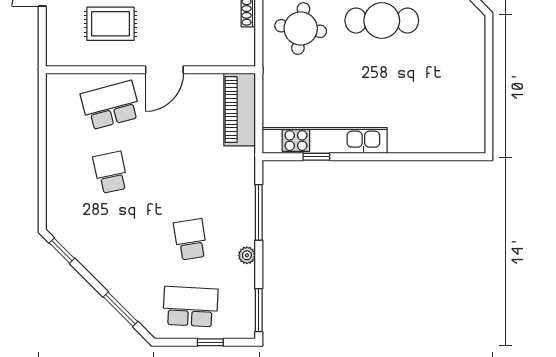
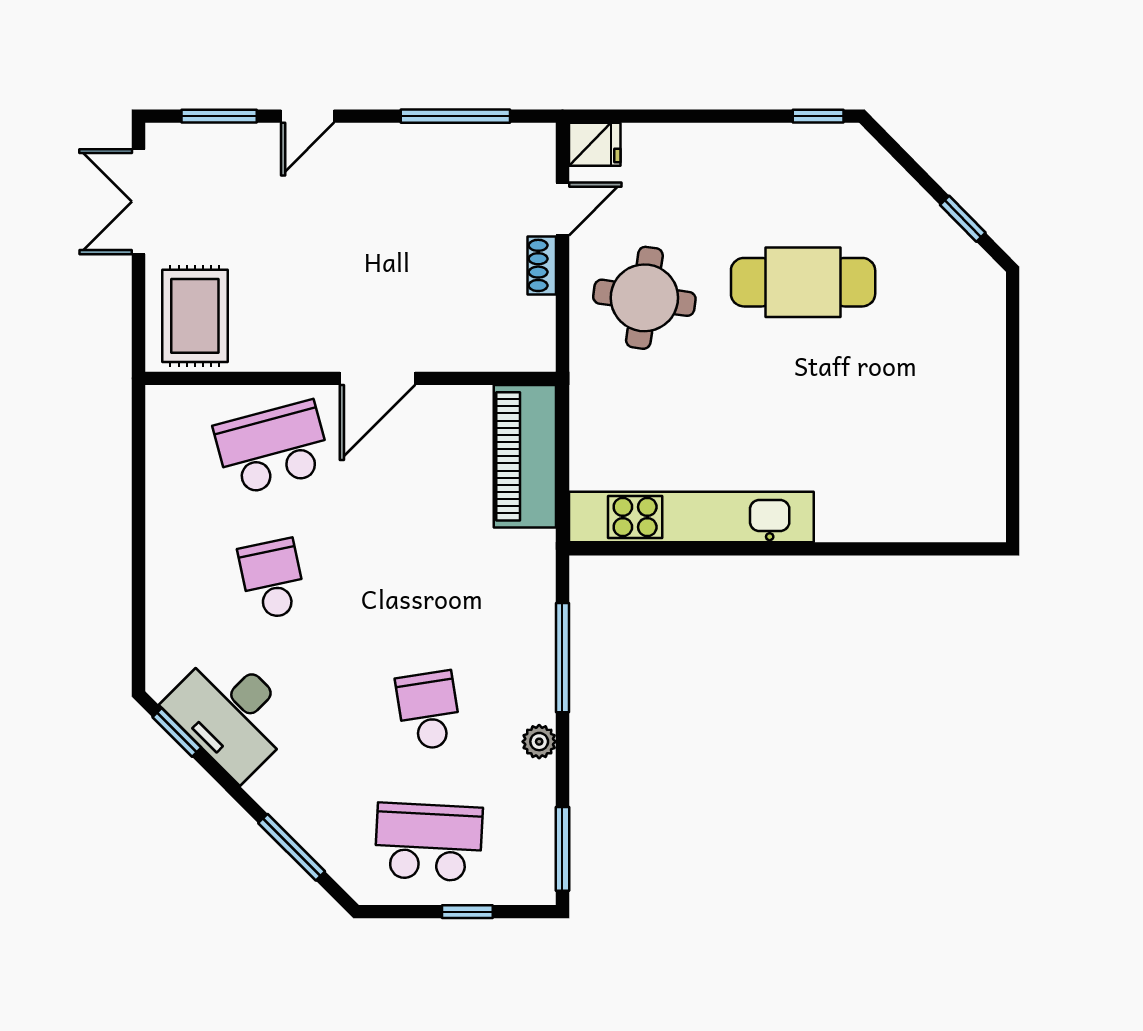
rug: (110, 24) -> (195, 316), moved, turned 90
window: (316, 157) -> (675, 549), removed
desk: (90, 241) -> (231, 714), added

